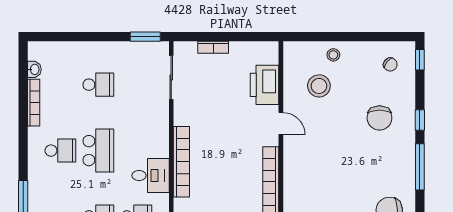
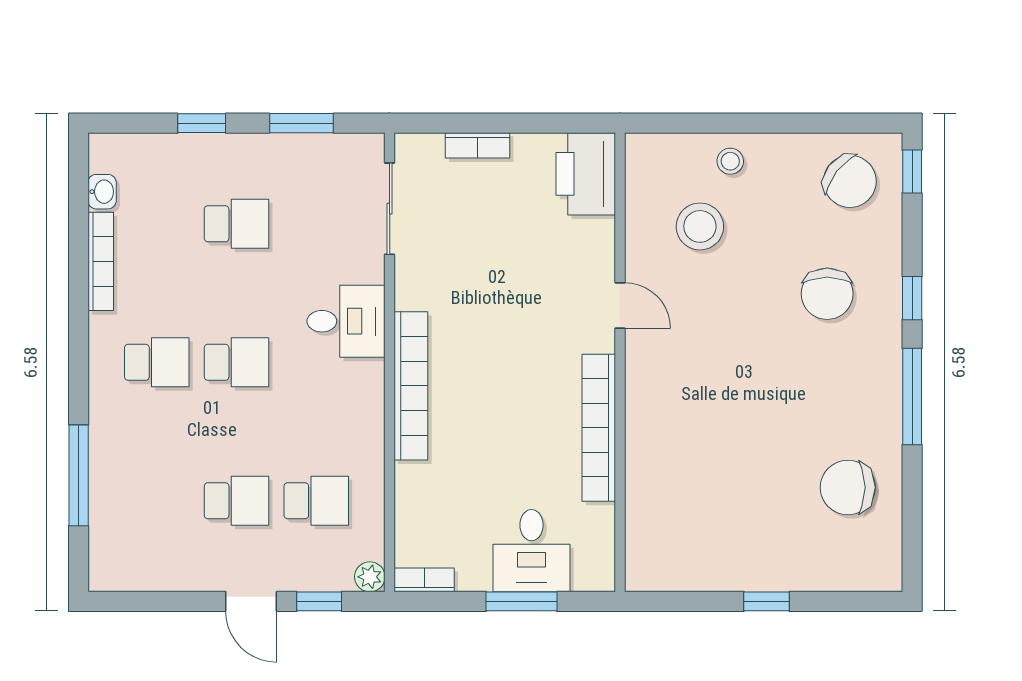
window: (82, 37) -> (202, 123), added
window: (145, 37) -> (301, 123), moved
chair: (390, 64) -> (850, 181), width x1.87, depth x1.87
printer: (265, 85) -> (586, 174), moved
school desk: (98, 151) -> (236, 362), width x0.54
desk: (150, 175) -> (346, 321), moved

